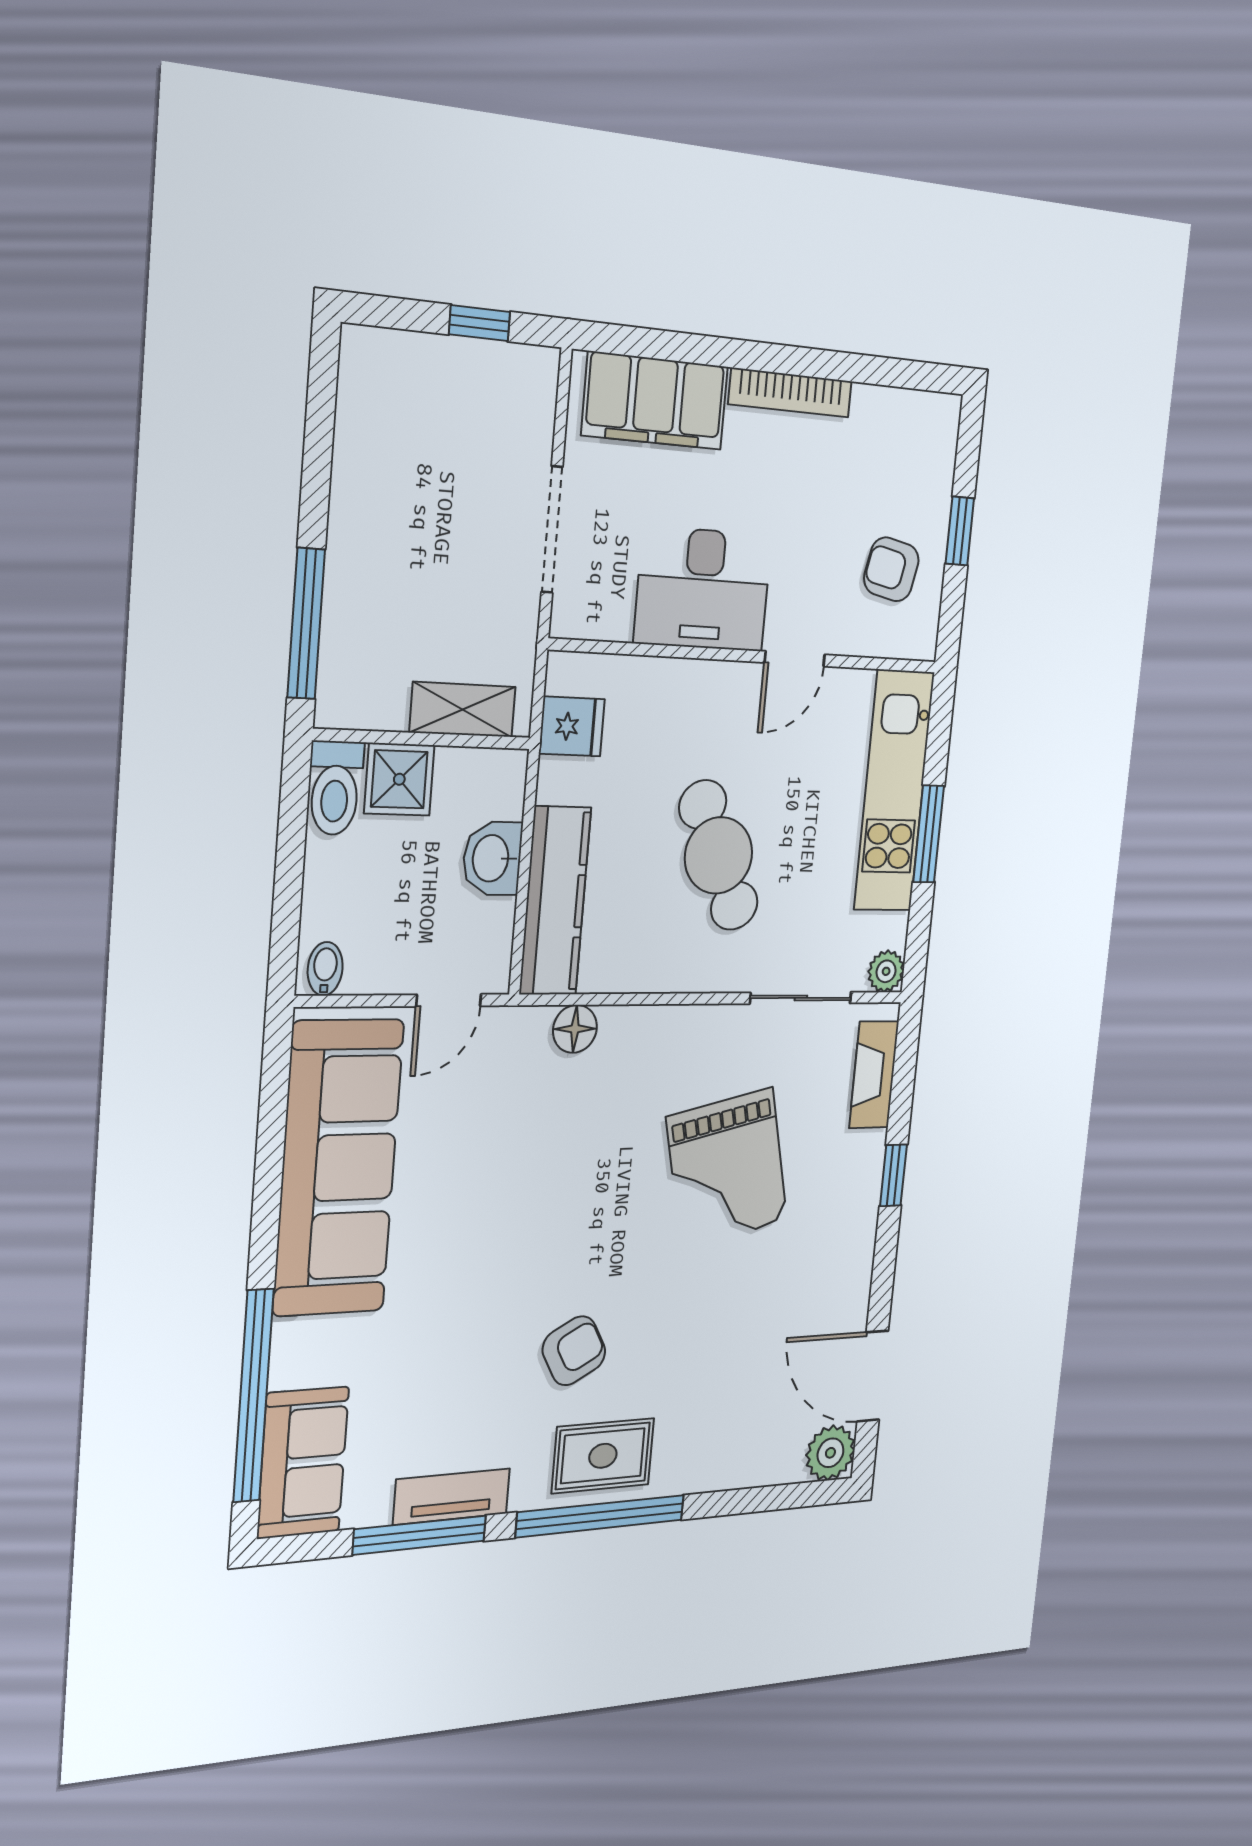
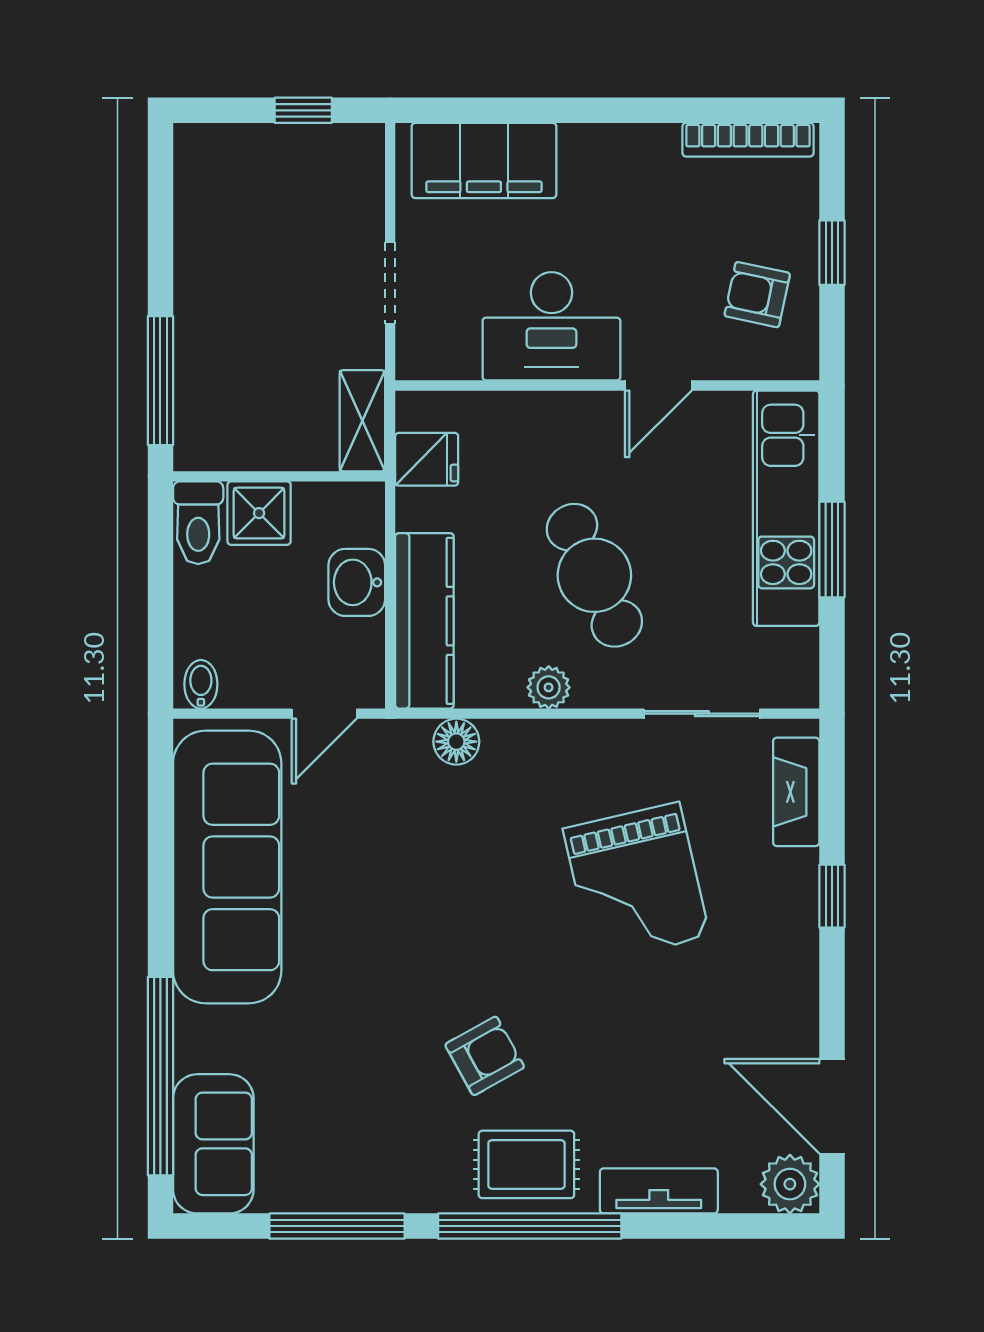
bookcase: (790, 393) -> (748, 140), moved
doorway: (552, 530) -> (390, 283), width x0.73
shelving: (463, 710) -> (362, 421), moved, turned 90
plant: (886, 971) -> (549, 687), moved
tv unit: (452, 1497) -> (659, 1191), moved

